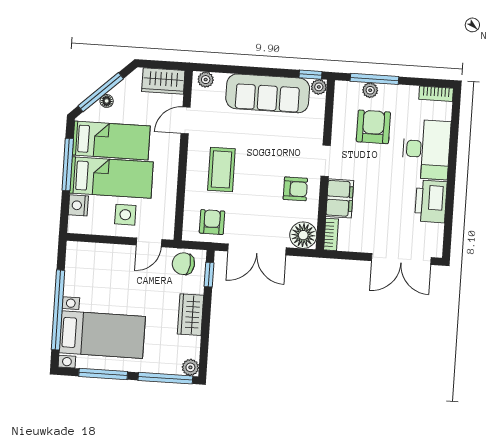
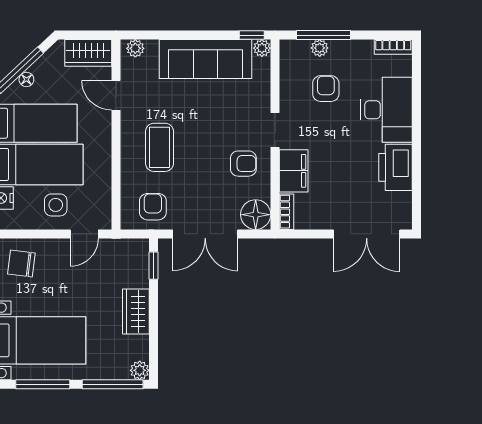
door: (186, 120) -> (116, 95), hinge flipped
armchair: (373, 127) -> (326, 89), width x0.72, depth x0.72
chair: (183, 264) -> (21, 263), moved

